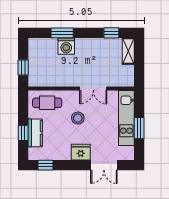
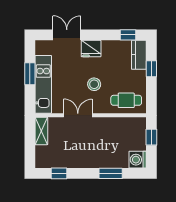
washing machine: (66, 46) -> (138, 160), moved, turned -90
shelving: (128, 51) -> (41, 131), moved
kitchen counter: (35, 133) -> (139, 55), moved

